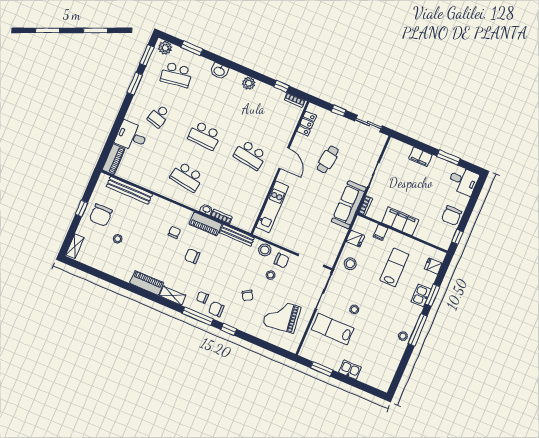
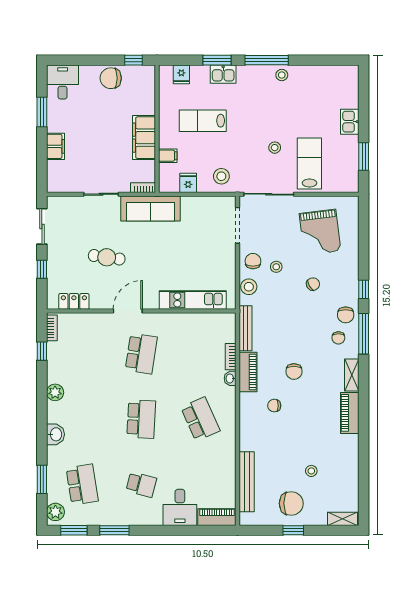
school desk: (187, 177) -> (200, 419), turned -33
chair: (452, 216) -> (111, 78), turned 180
lab bench: (333, 329) -> (309, 163), turned 180

